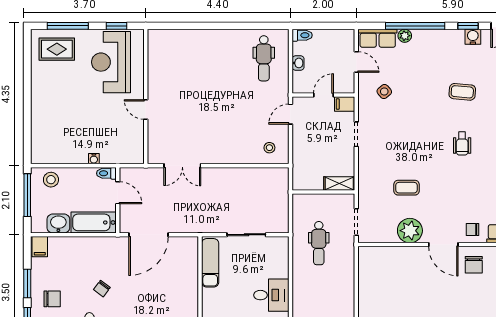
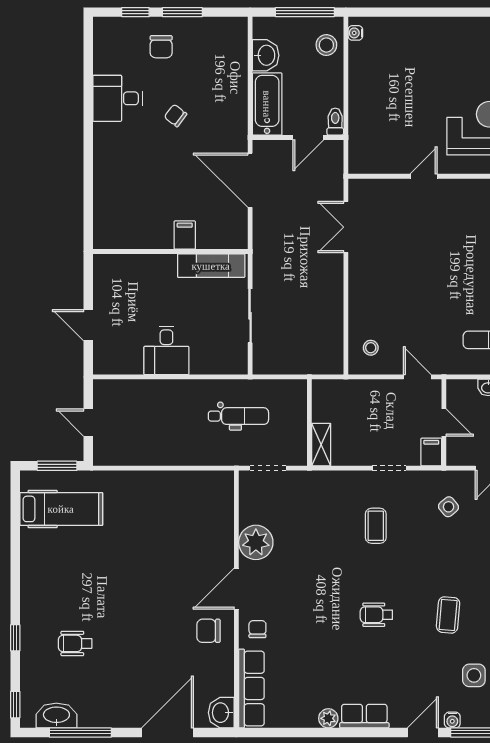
water cooler: (94, 159) -> (355, 33), moved
coffee table: (406, 188) -> (376, 526), moved
dental chair: (319, 243) -> (238, 416), turned 180
filing cabinet: (40, 247) -> (185, 235), moved, turned 90

